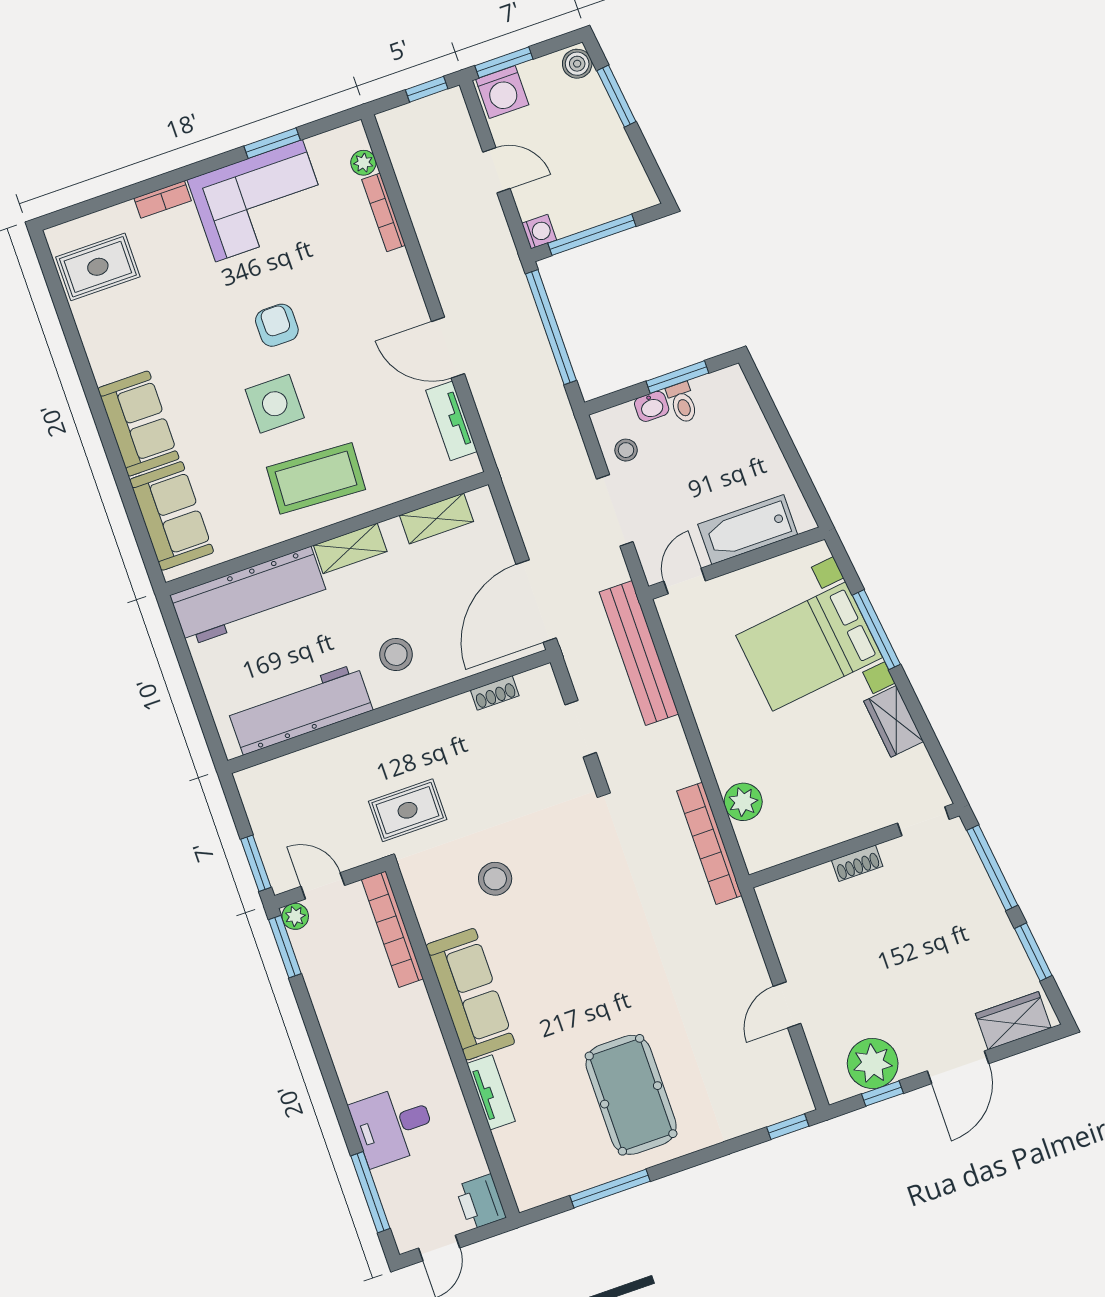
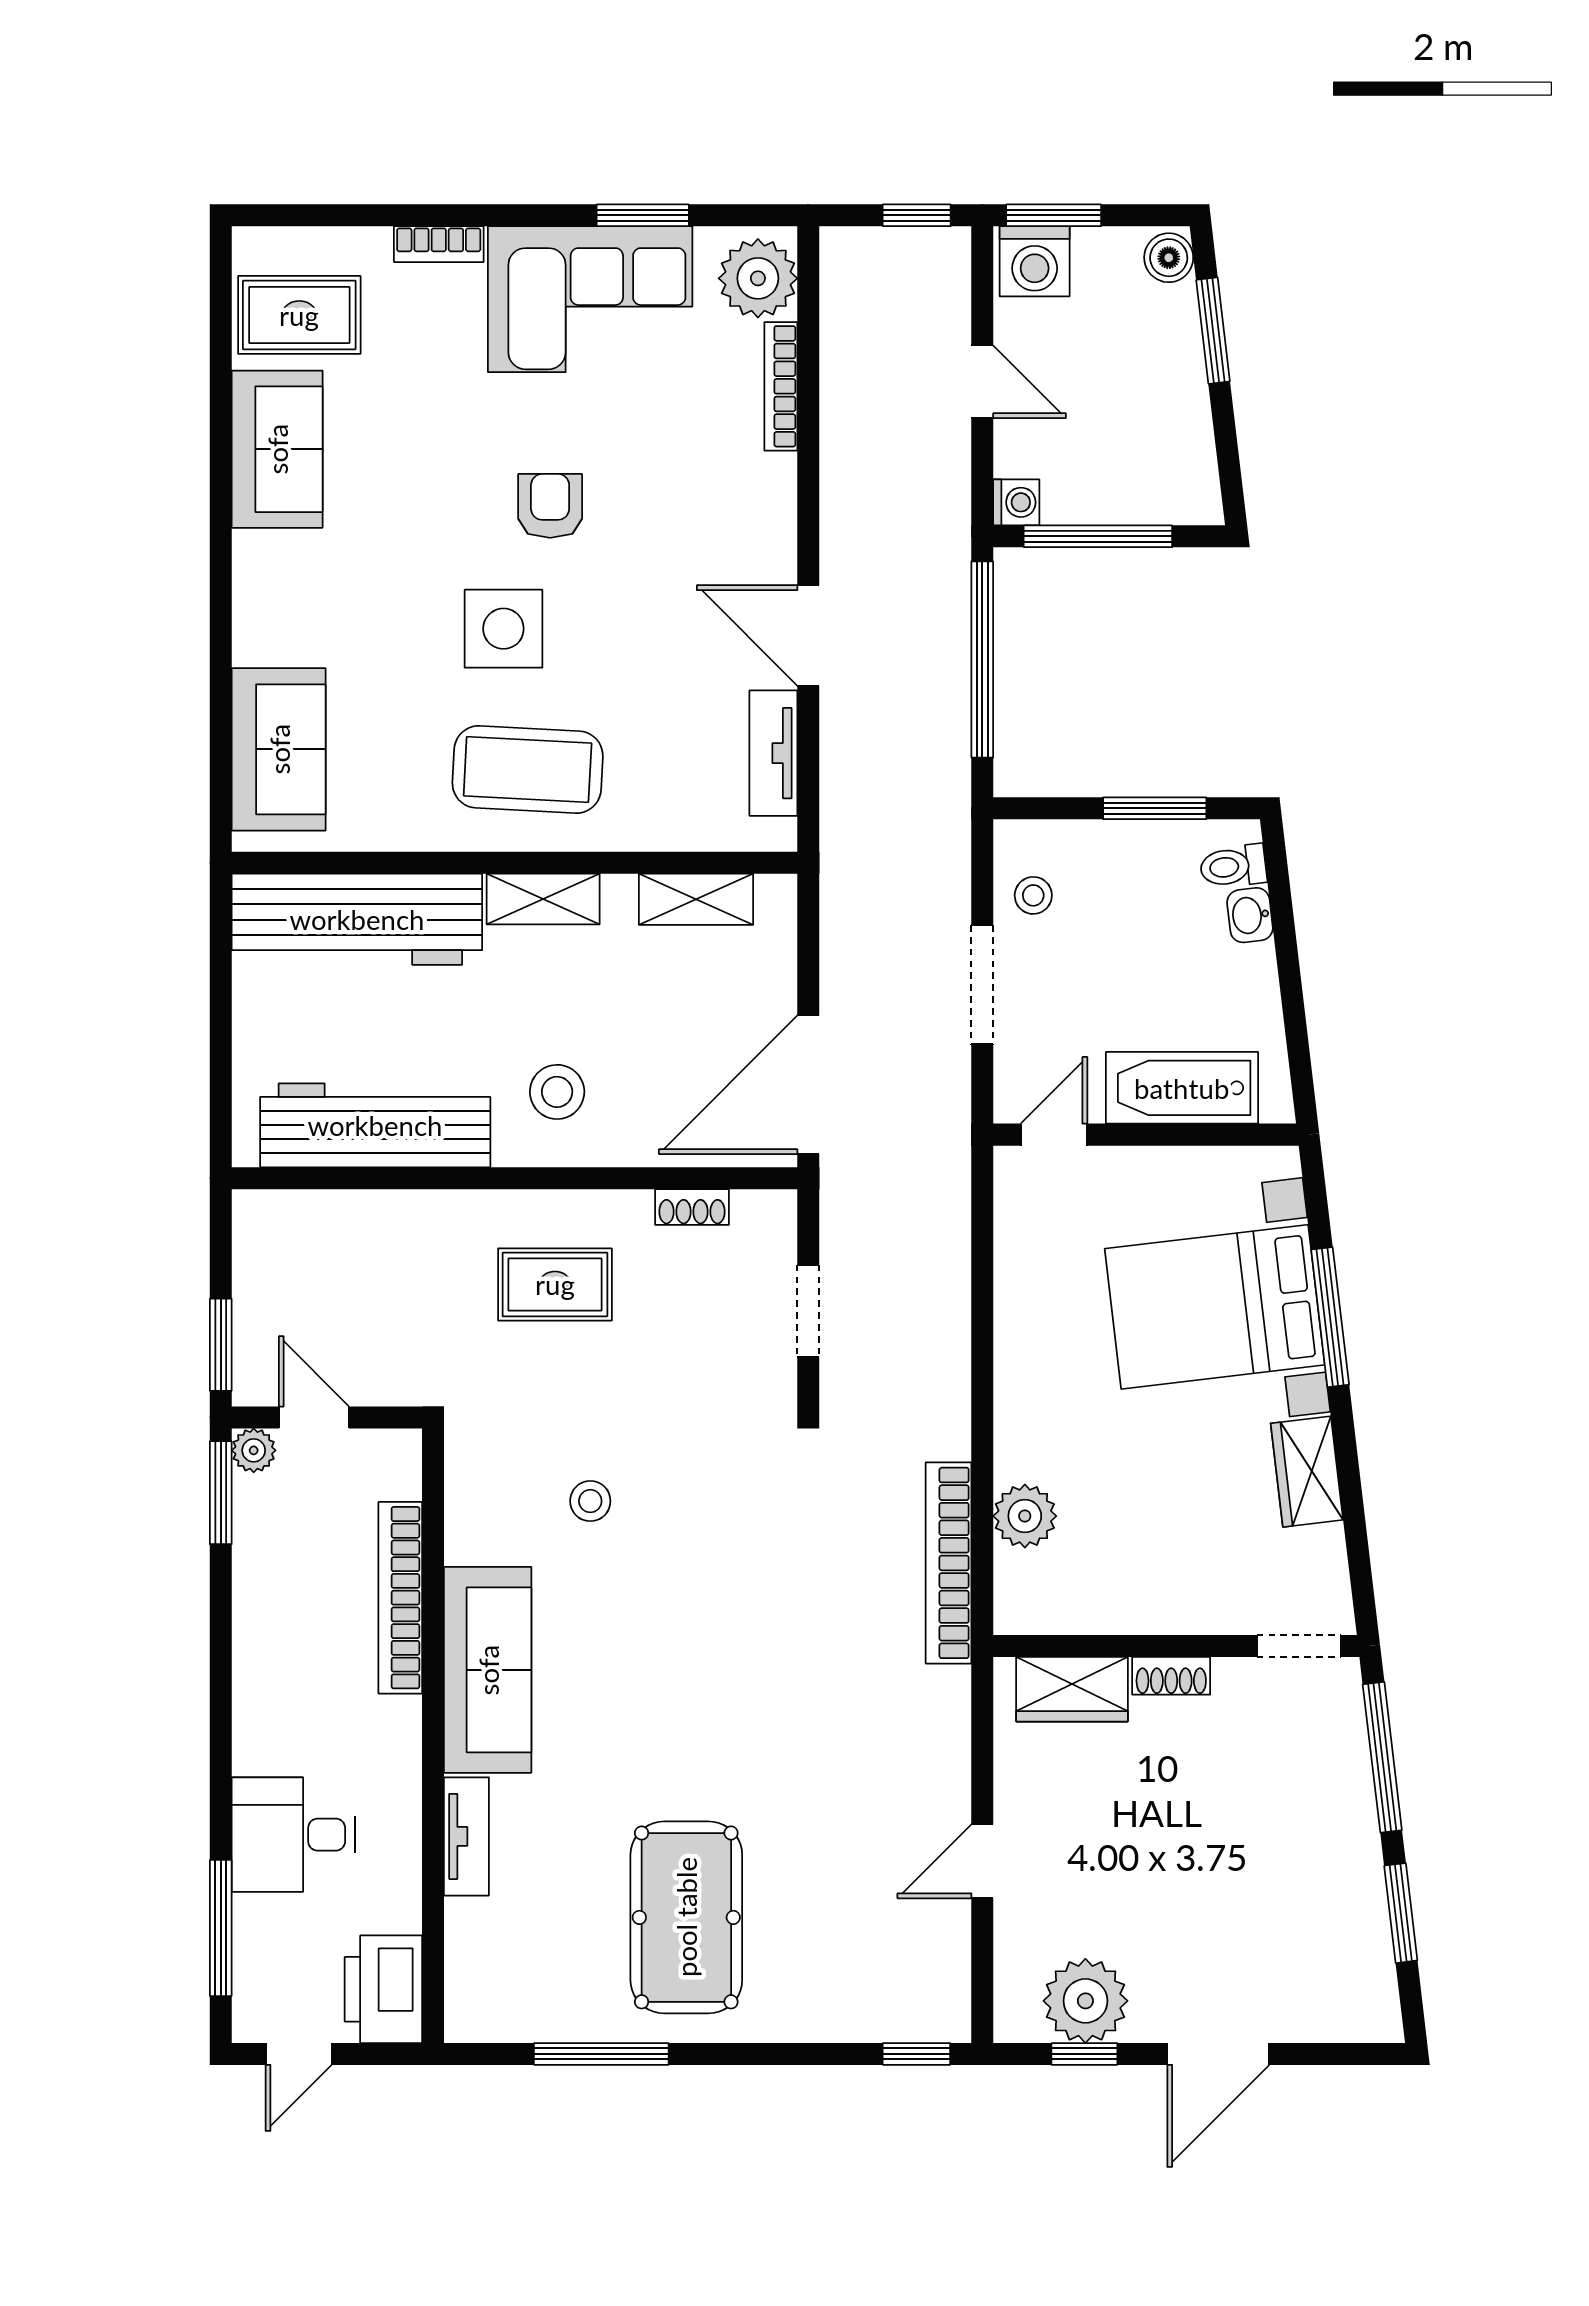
plant: (363, 163) -> (758, 278), width x1.87, depth x1.87
toilet: (682, 403) -> (1233, 866), moved, turned 83
washbasin: (652, 406) -> (1250, 915), moved, turned 83
sofa: (138, 424) -> (277, 449), moved
bench: (639, 653) -> (942, 1223), removed
rug: (408, 810) -> (555, 1284), moved
stool: (495, 879) -> (590, 1501), width x0.73, depth x0.73
bookcase: (392, 929) -> (400, 1598), moved
wardrobe: (1013, 1021) -> (1072, 1689), moved, turned 180
printer: (481, 1202) -> (383, 1989), width x1.37, depth x1.19

